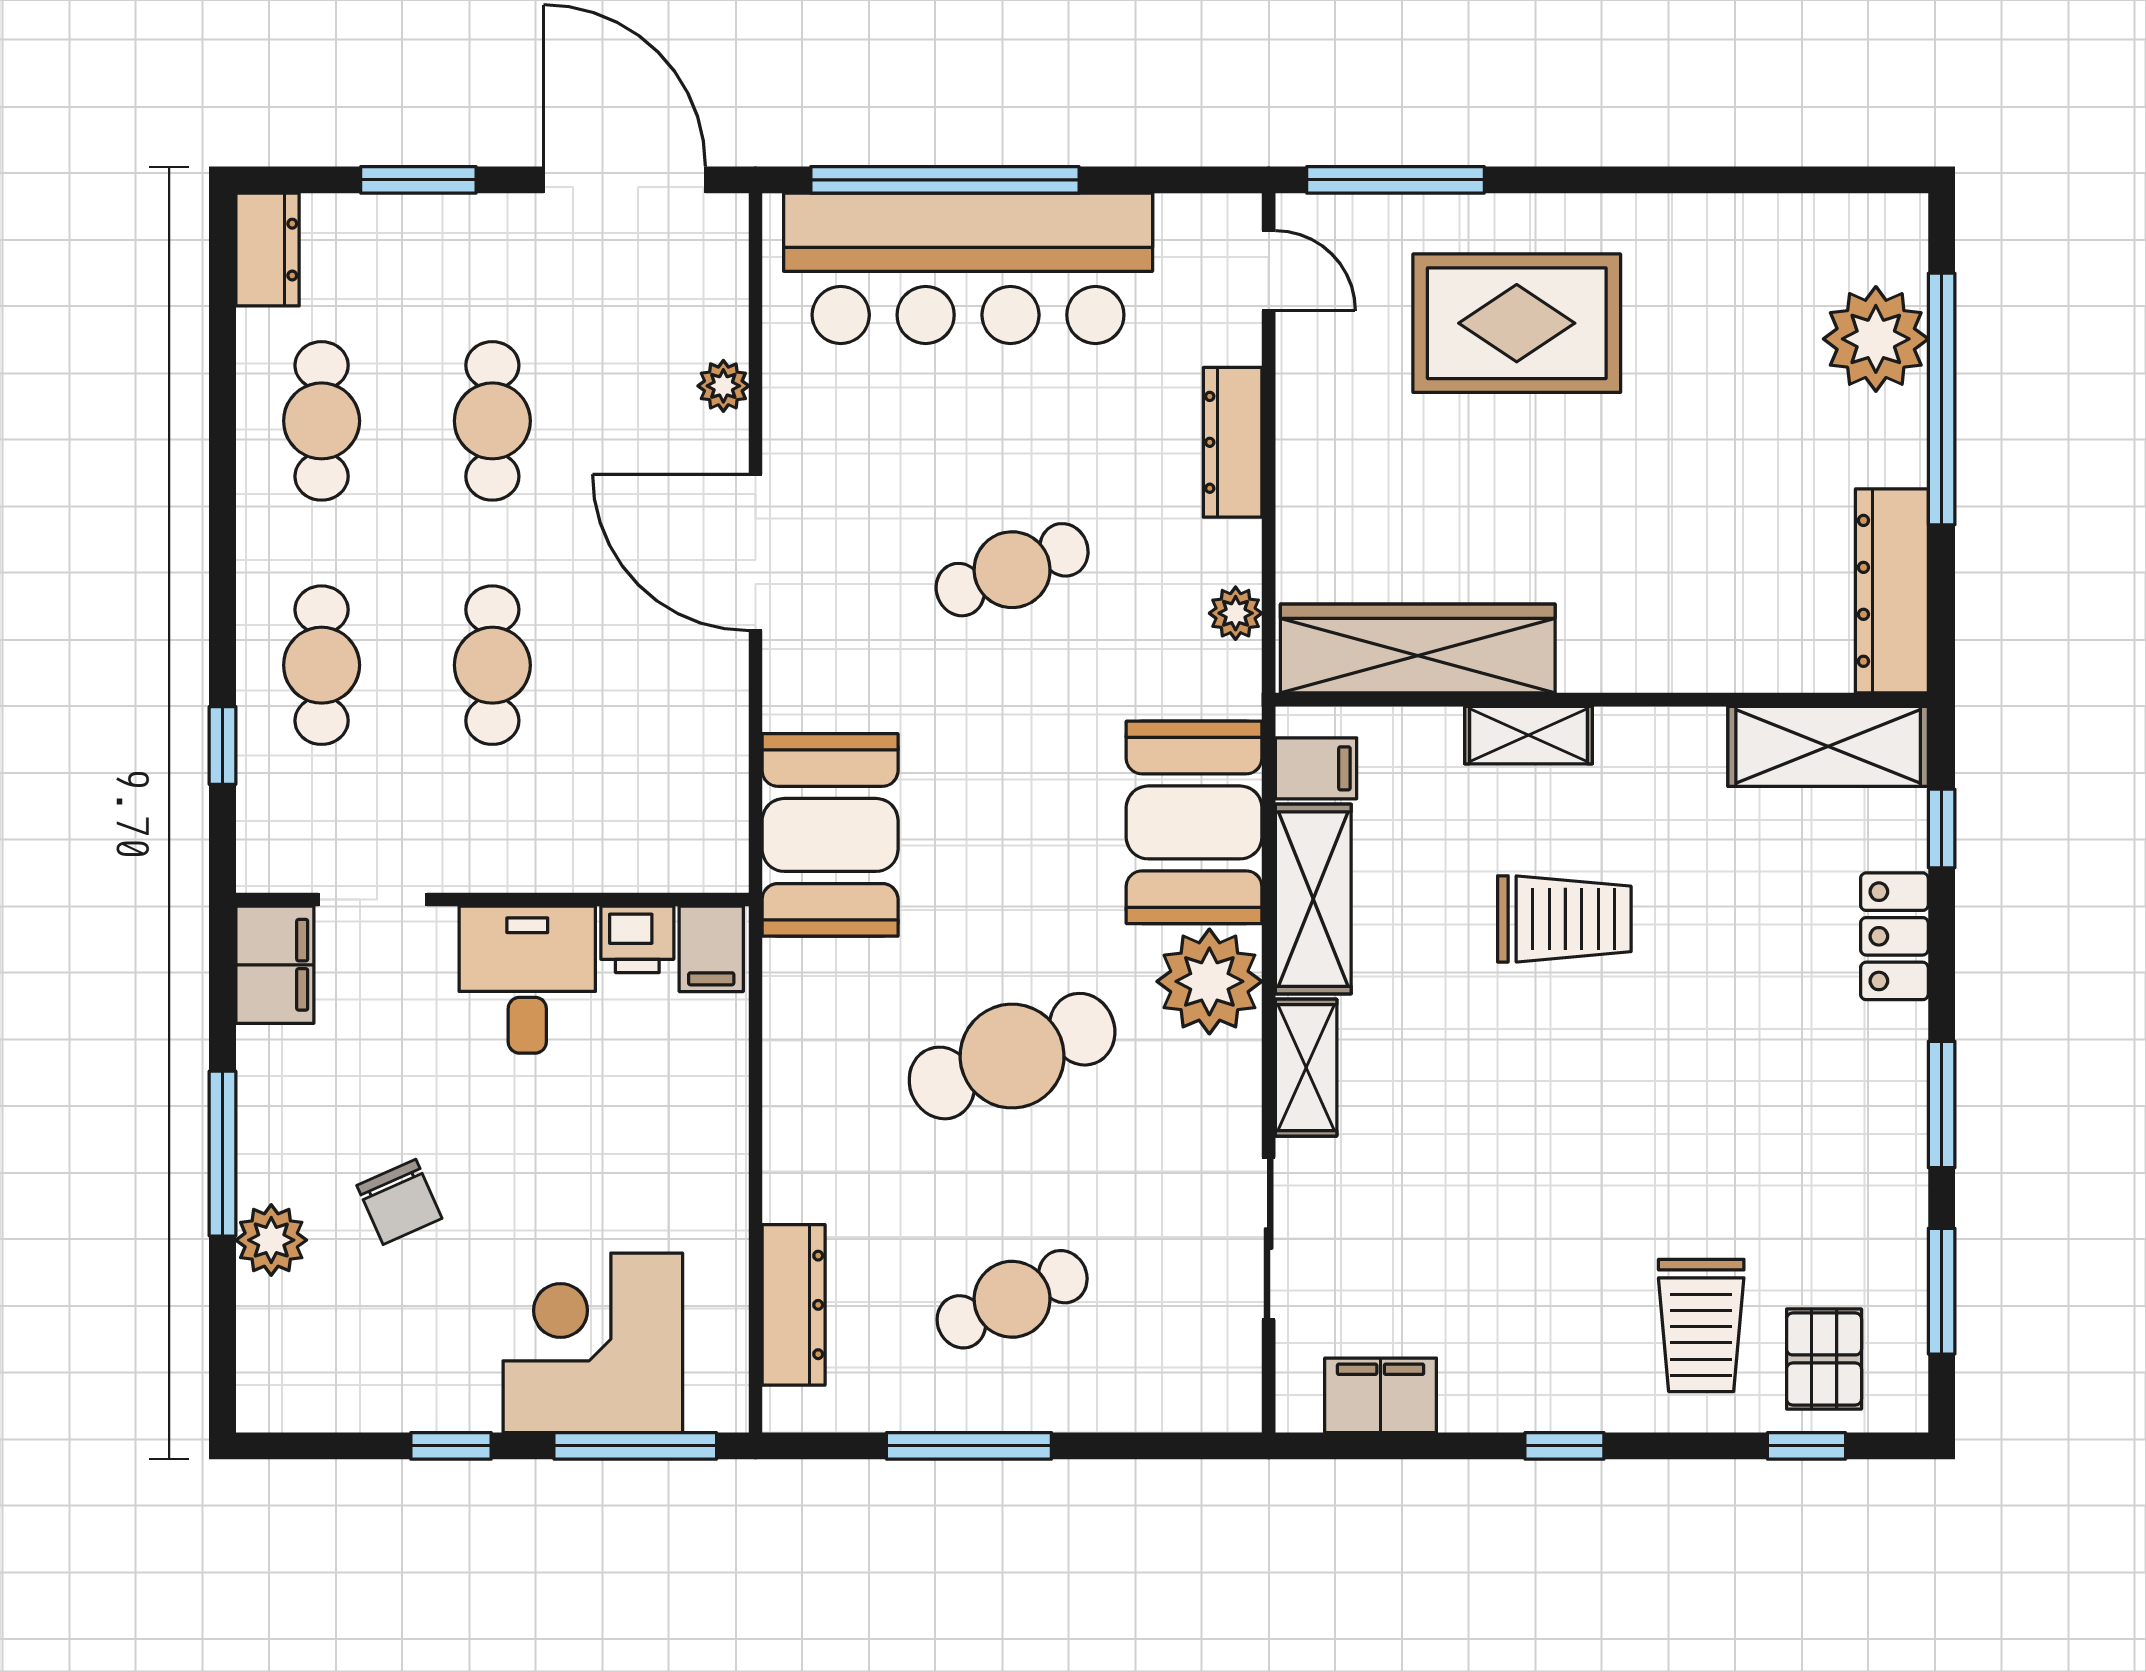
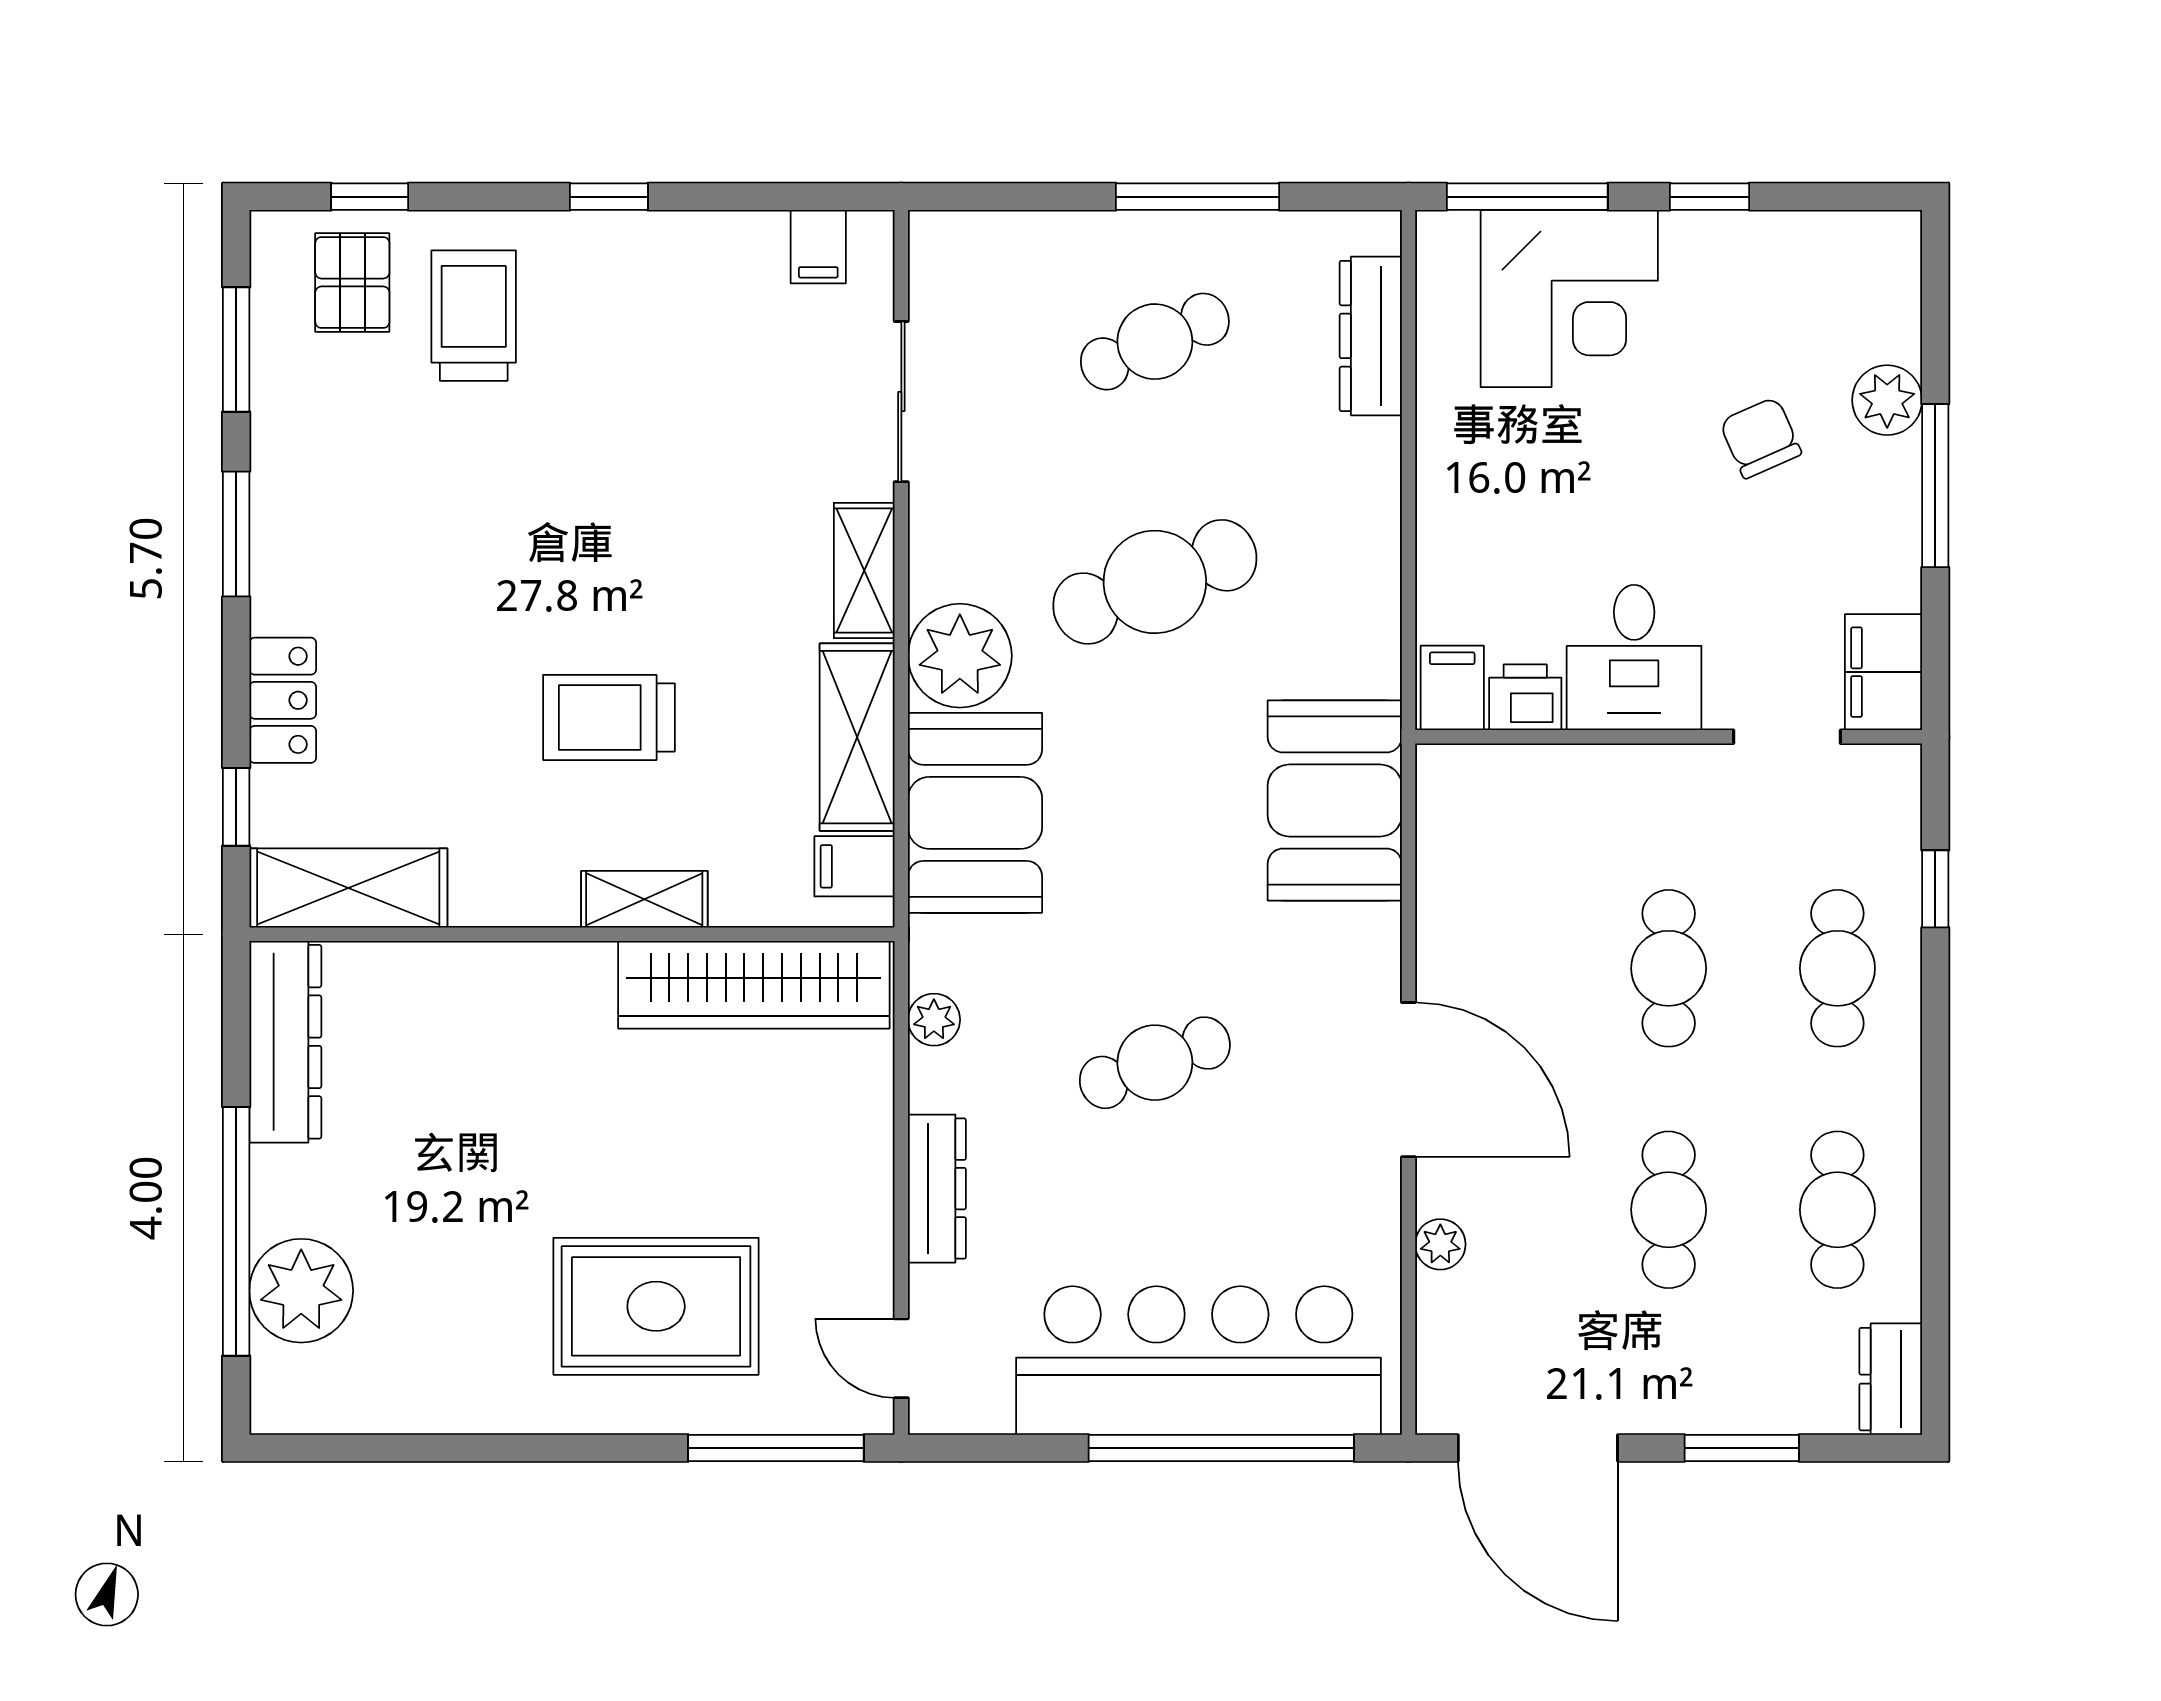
filing cabinet: (1381, 1395) -> (818, 247), width x0.50

